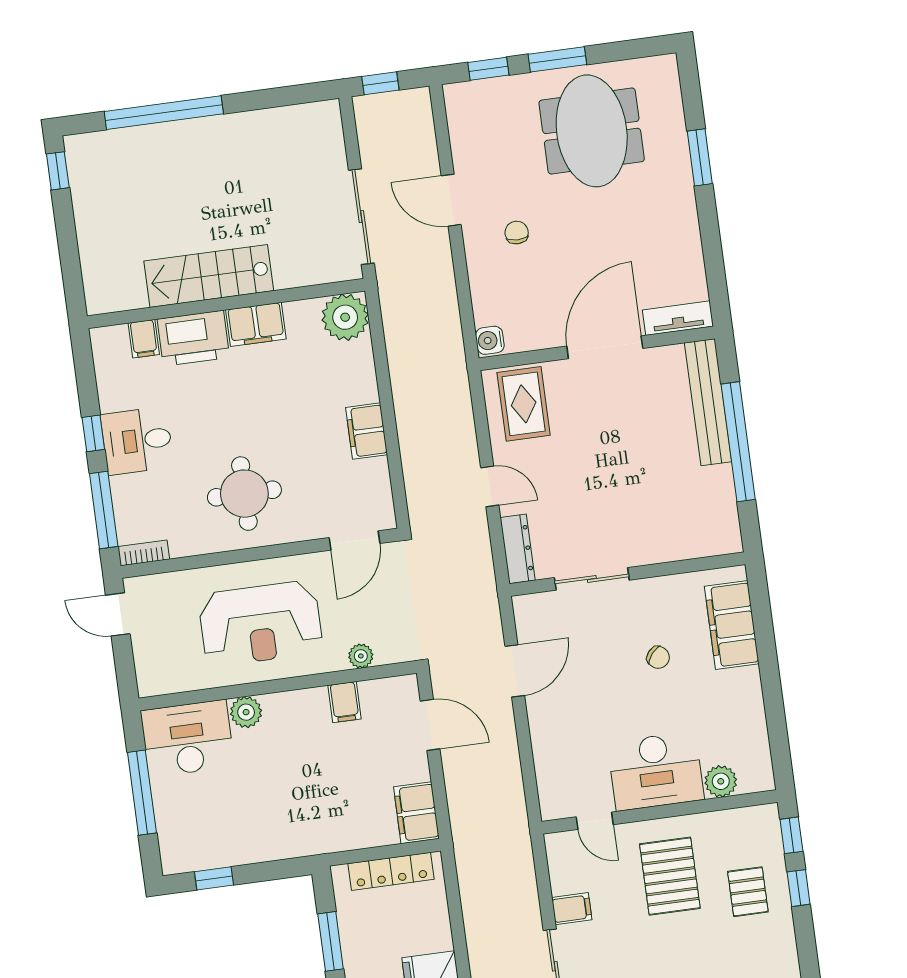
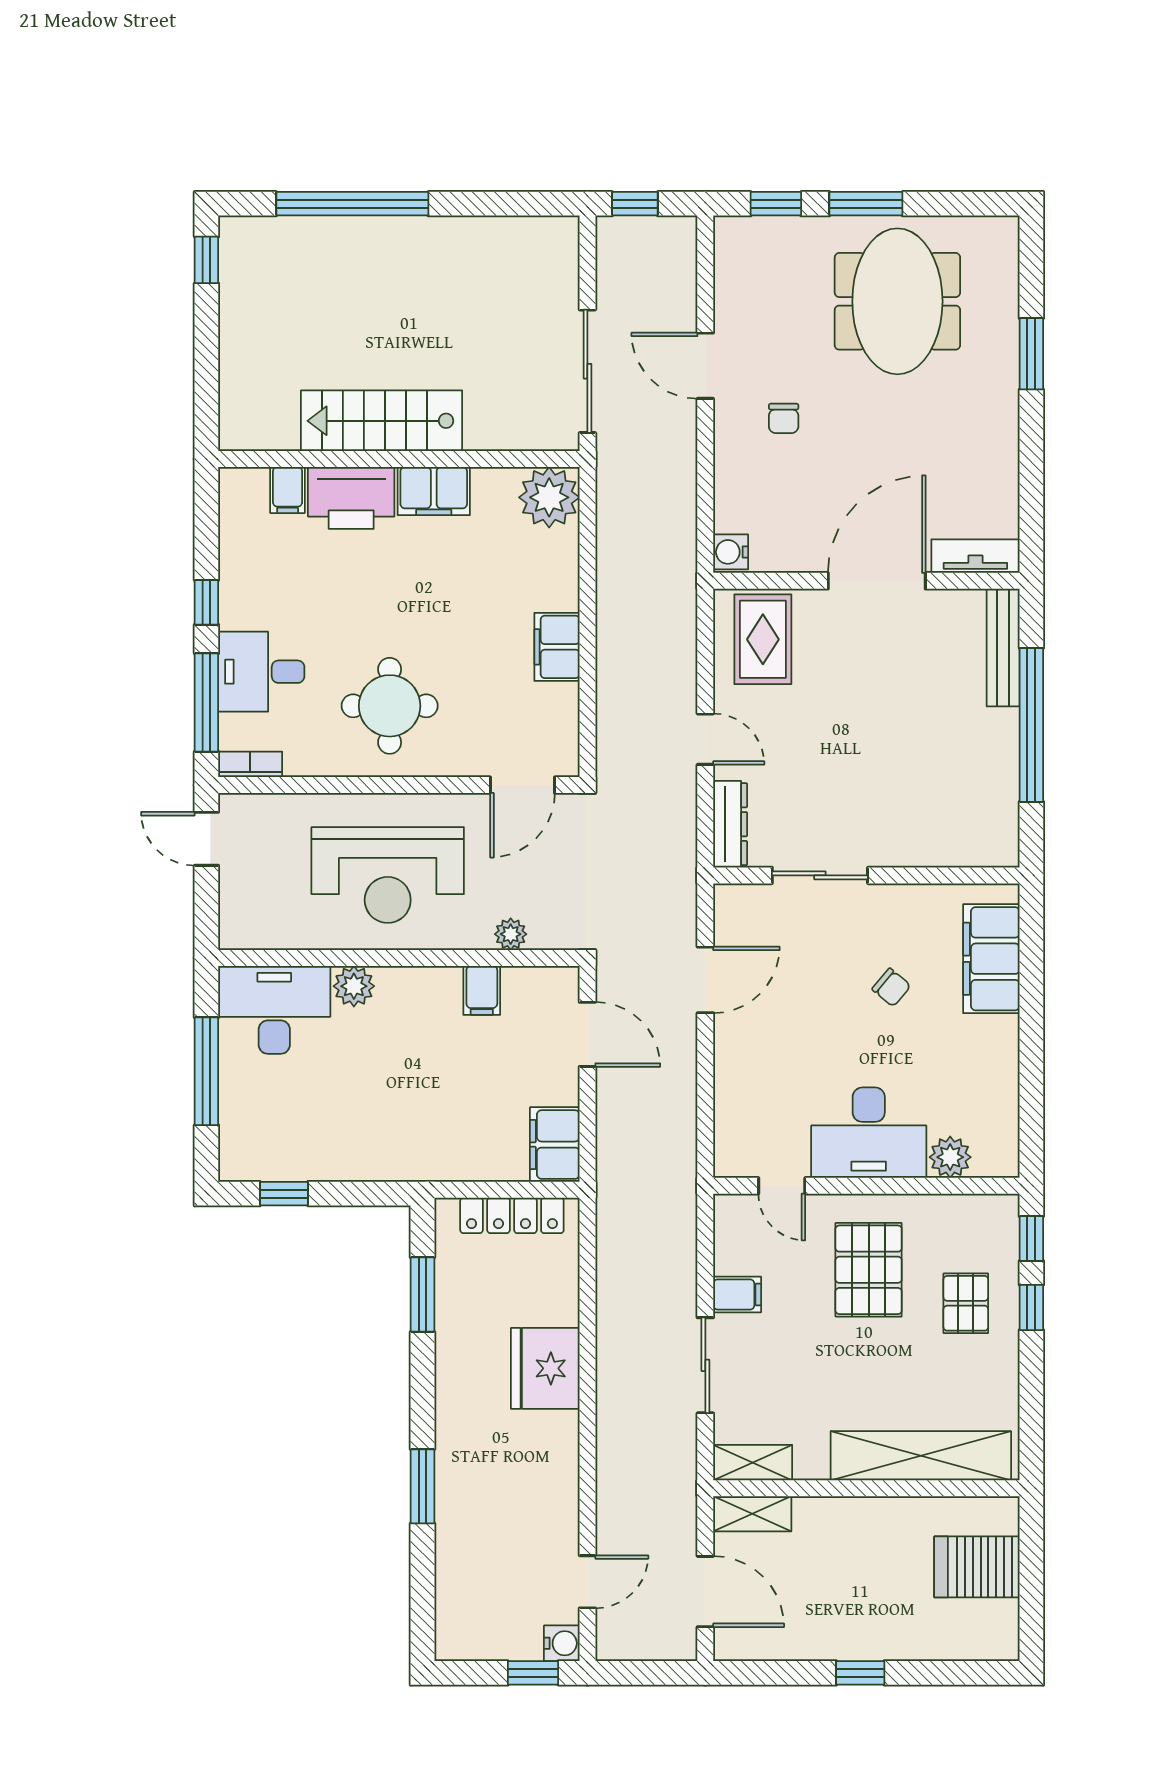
chair: (517, 233) -> (784, 418), turned 180
bench: (708, 402) -> (1003, 648), width x0.73, depth x0.82
desk: (137, 441) -> (261, 672), moved

